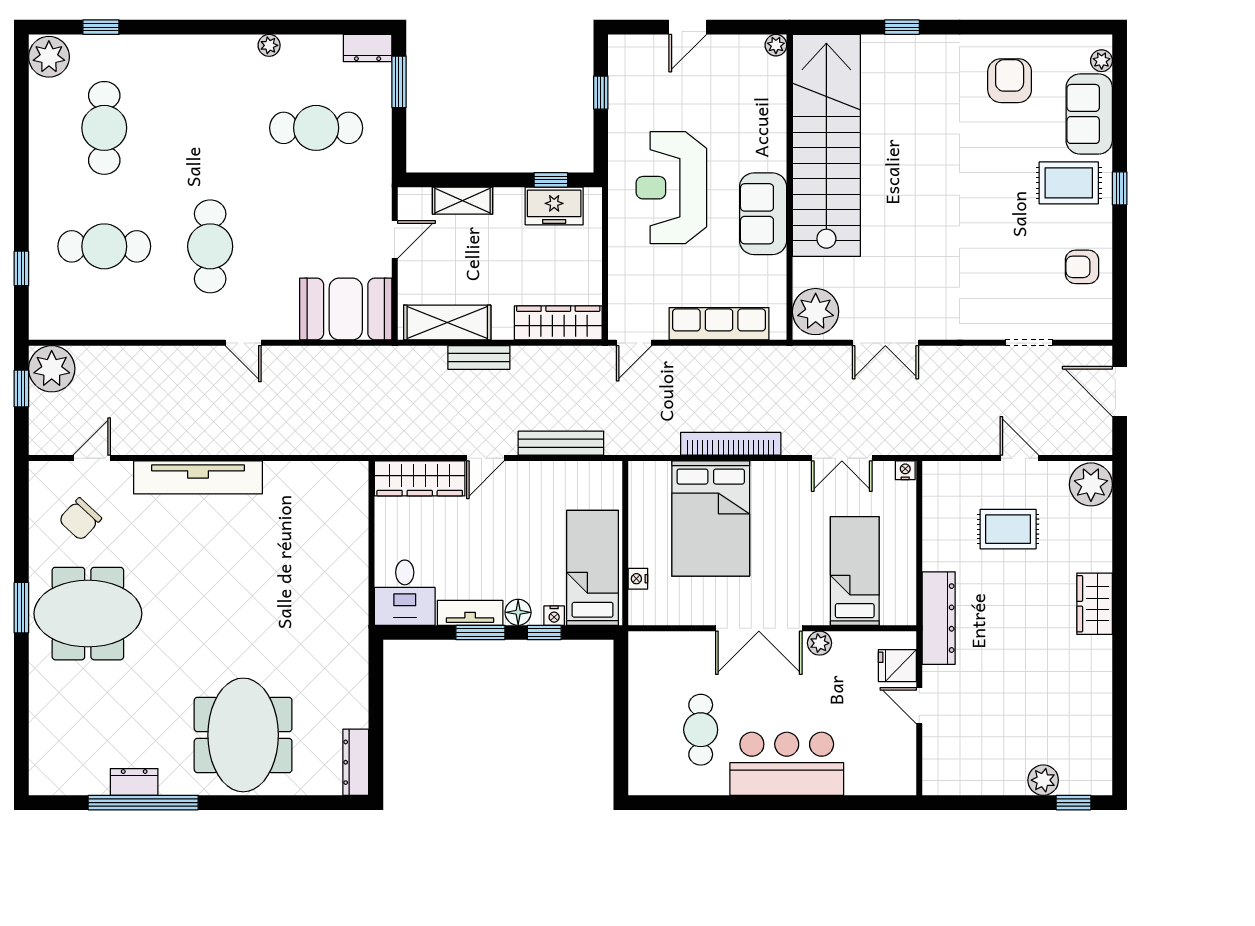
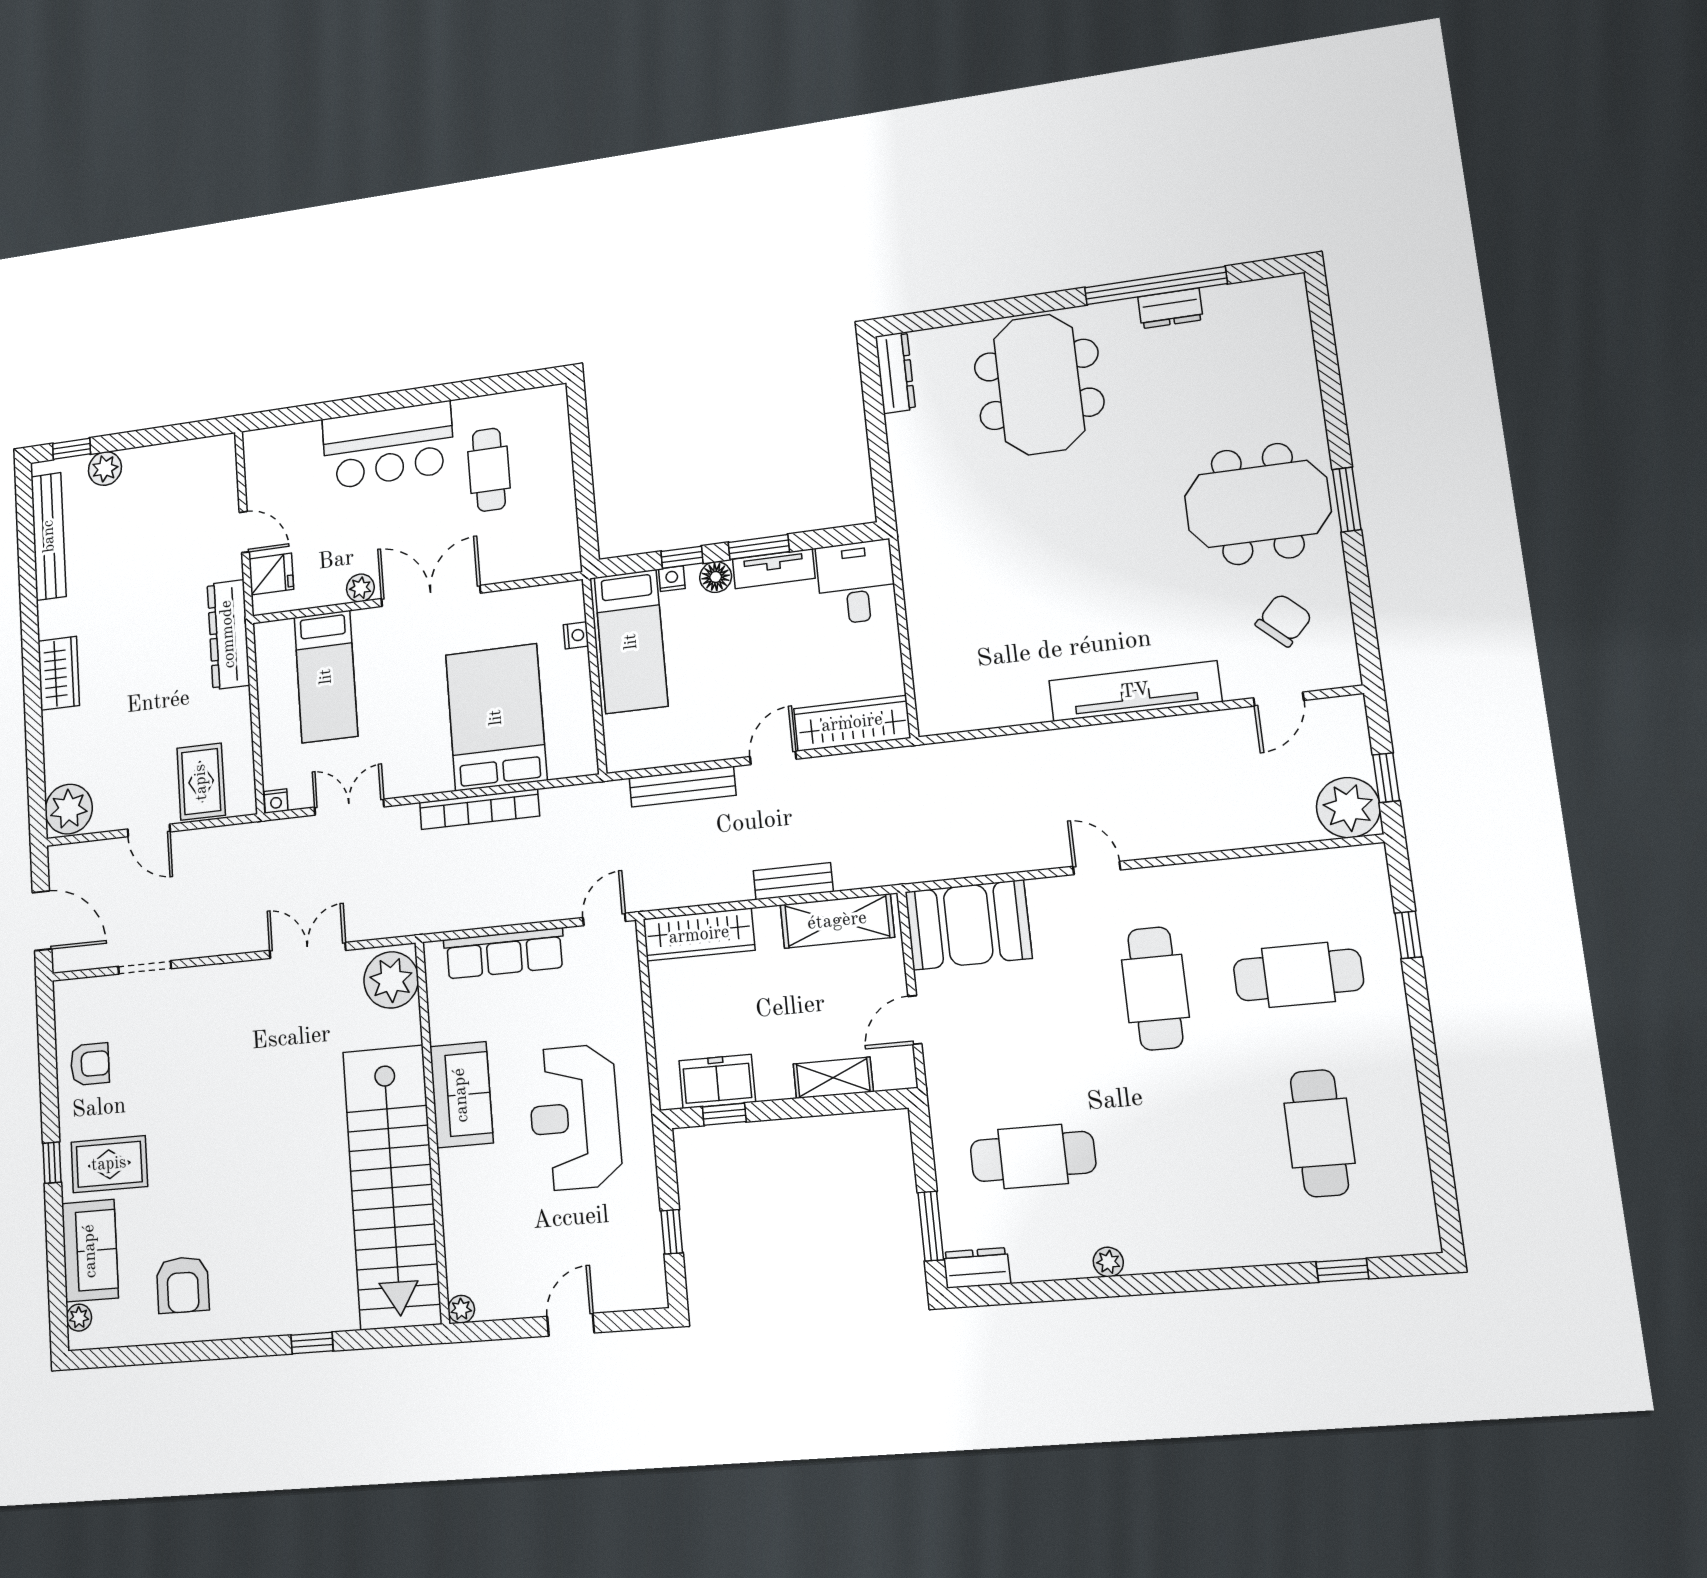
plant: (49, 57) -> (1410, 1224), removed
reception desk: (671, 188) -> (575, 1117), turned 180
rug: (1008, 529) -> (201, 782), moved, turned 90
bench: (1098, 727) -> (49, 536), added

